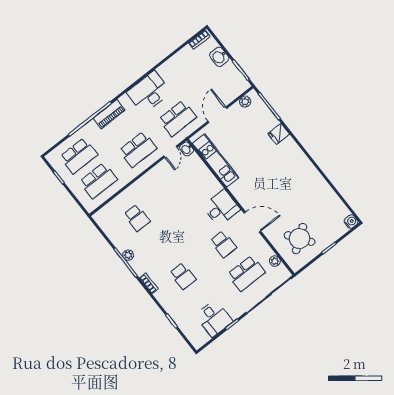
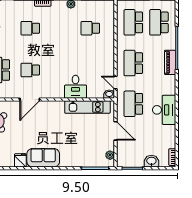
desk: (149, 92) -> (164, 110), moved
fridge: (279, 134) -> (20, 160), moved
sofa: (299, 165) -> (43, 158), added
desk: (221, 208) -> (76, 87), moved

